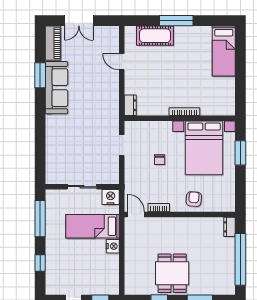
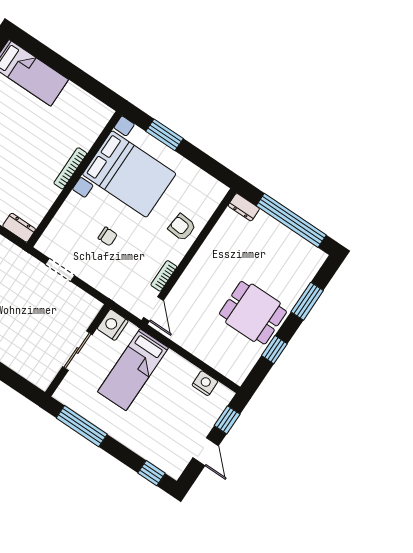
door: (136, 214) -> (154, 309), swing flipped
nightstand: (113, 246) -> (205, 383), moved
window: (40, 263) -> (151, 473), moved

